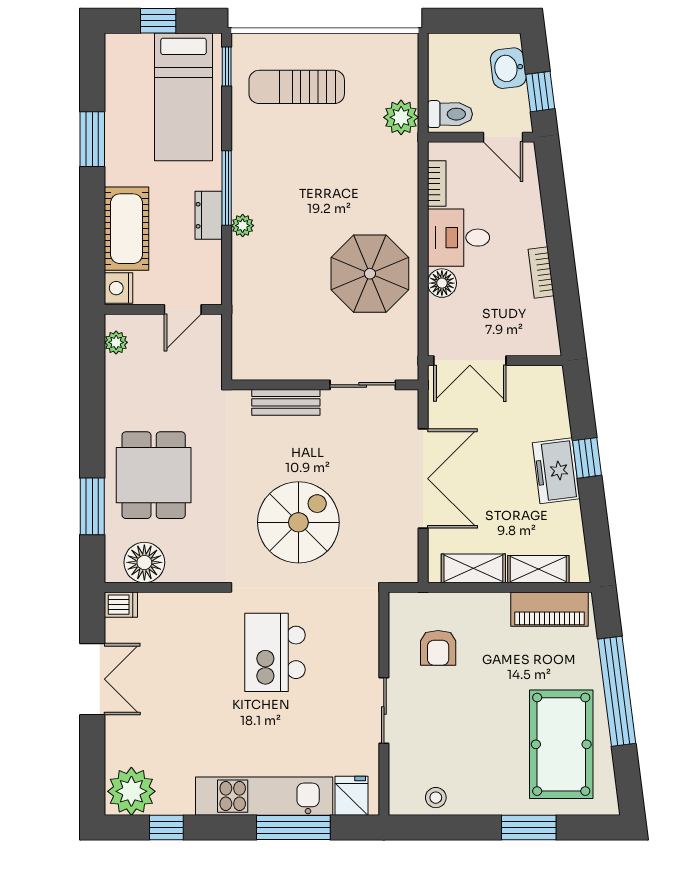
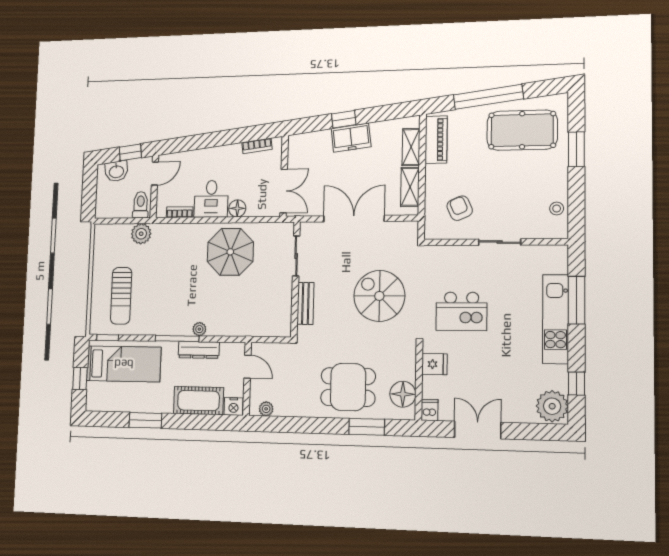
dresser: (209, 215) -> (199, 350), width x1.44
bookcase: (541, 273) -> (257, 146), moved
armchair: (438, 648) -> (460, 208), turned -114
fridge: (352, 796) -> (435, 364), moved, turned 180

